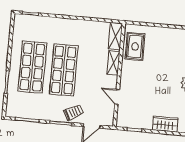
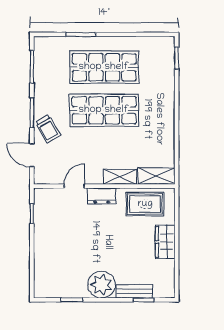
dresser: (126, 78) -> (102, 196), added
wardrobe: (165, 124) -> (165, 242), moved, turned 180

